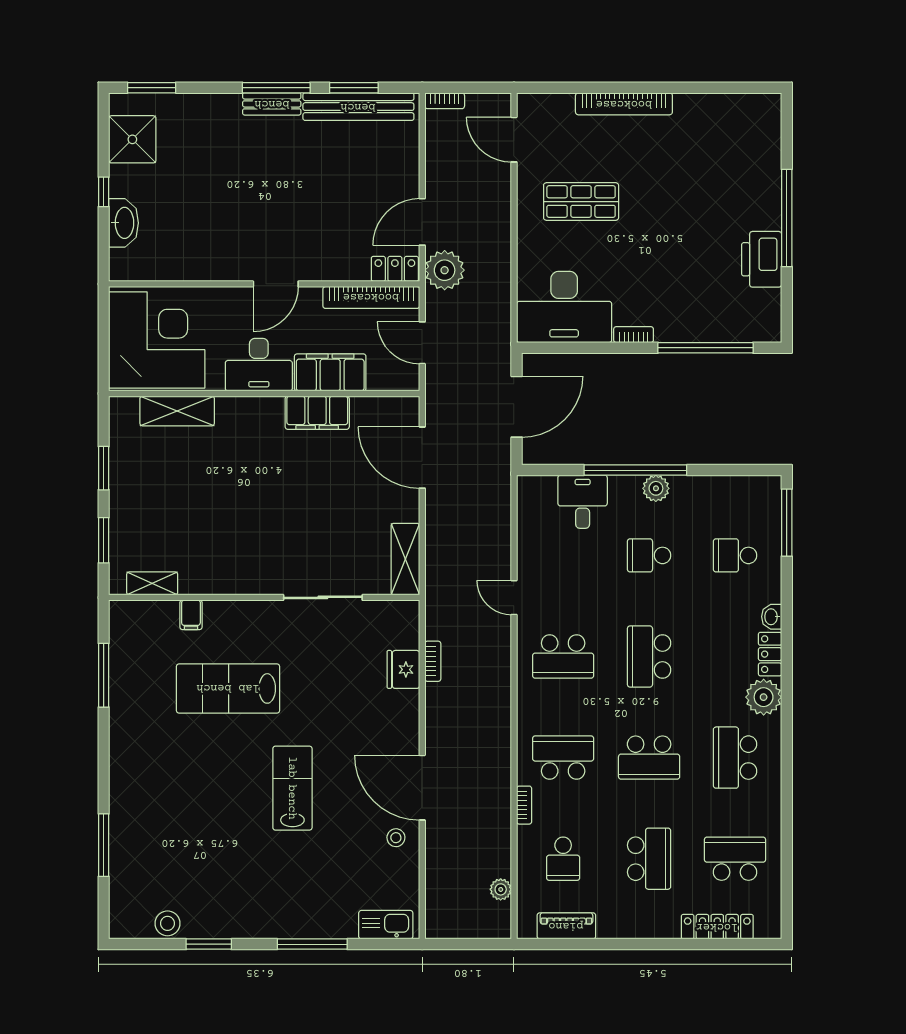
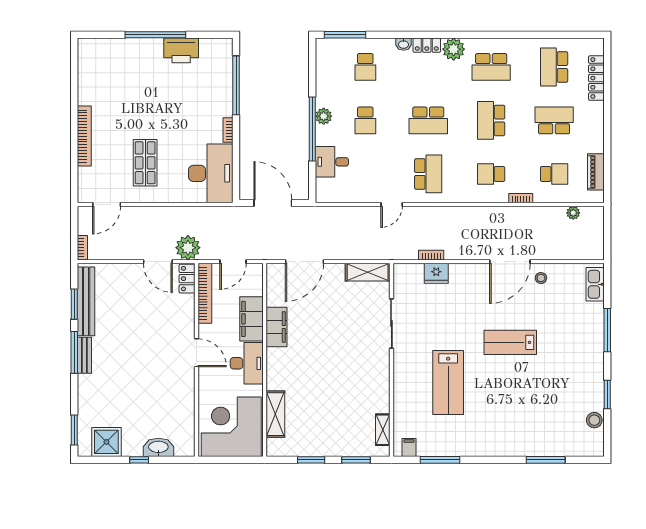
filing cabinet: (191, 615) -> (409, 447), moved, turned -90
school desk: (563, 758) -> (491, 174), width x0.54
school desk: (649, 758) -> (491, 120), turned 180

